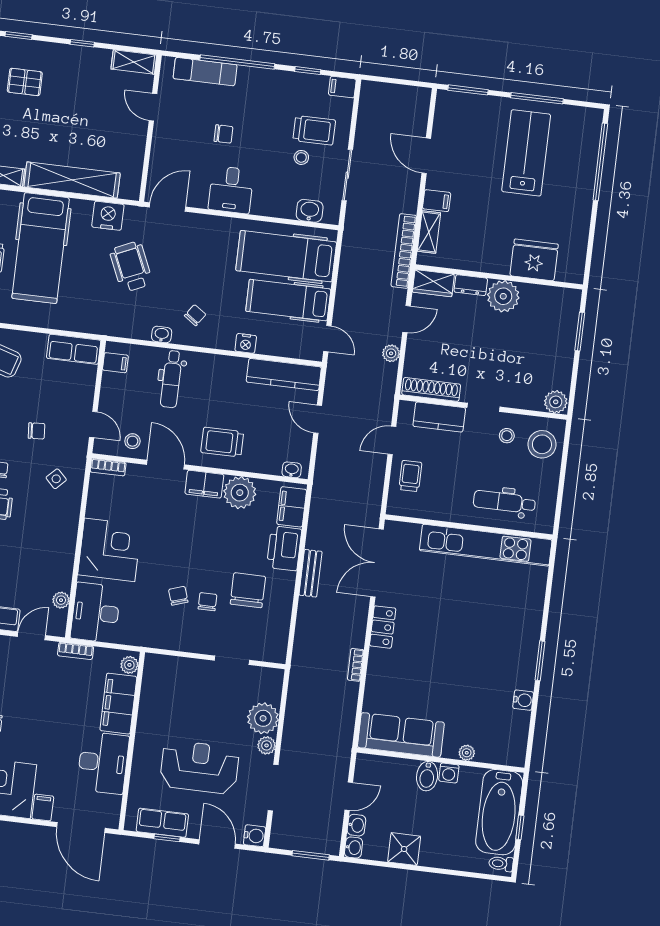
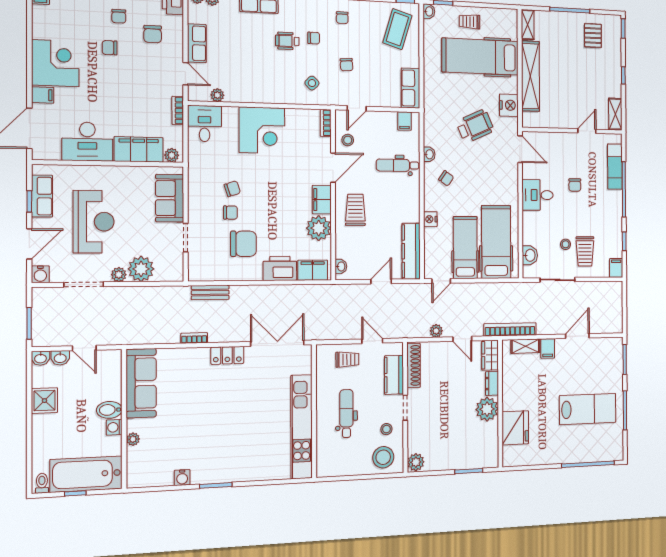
dental chair: (504, 502) -> (346, 414), moved
bench: (310, 573) -> (210, 292), moved
desk: (96, 613) -> (205, 124), width x0.73
sofa: (181, 674) -> (170, 198), added

